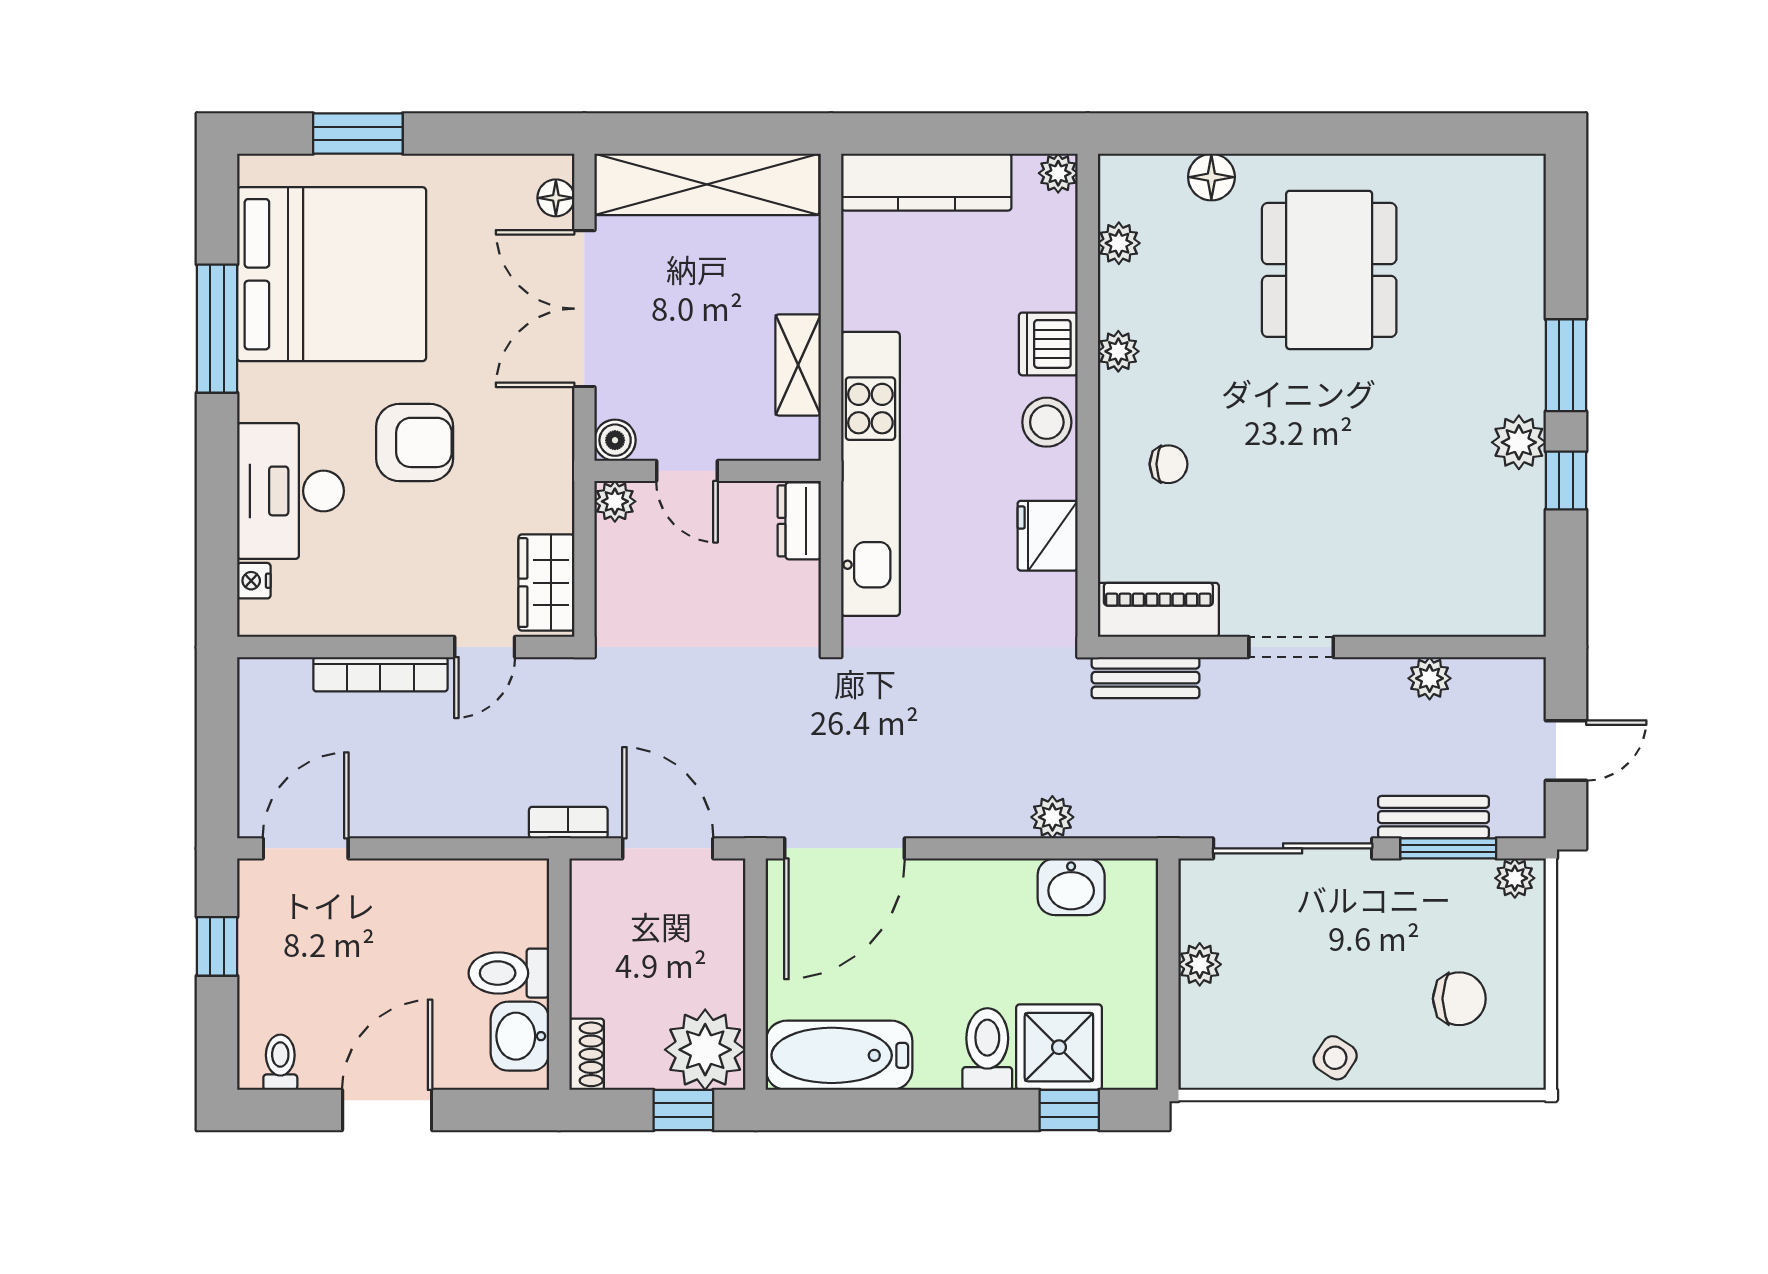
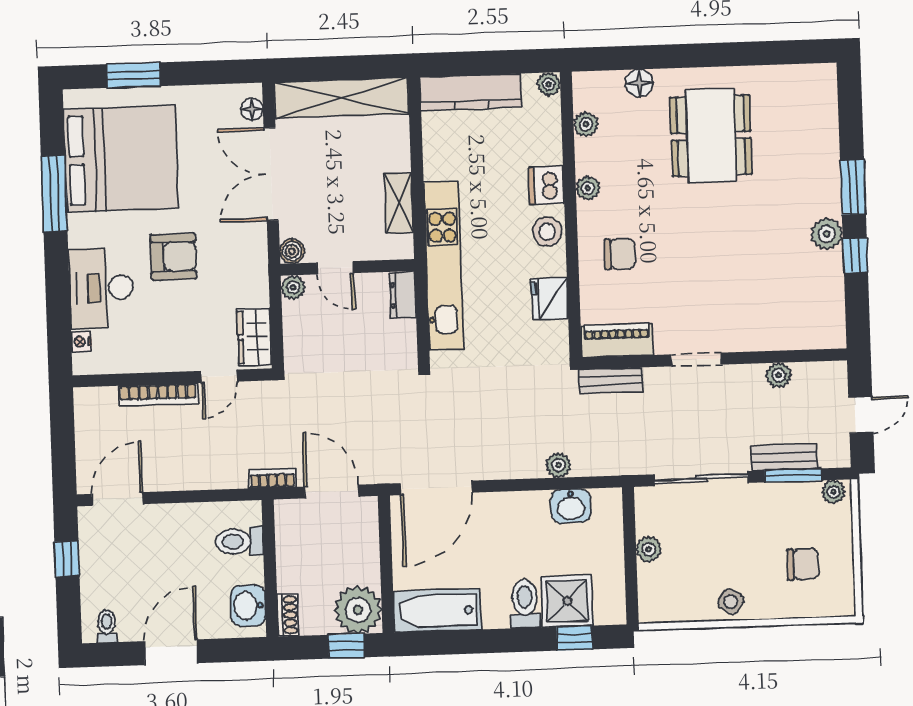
chair: (1168, 464) -> (620, 254), width x1.37, depth x1.37
toilet: (509, 973) -> (239, 541), moved

